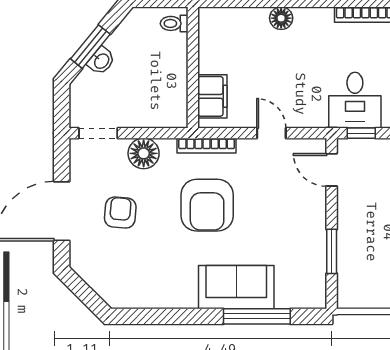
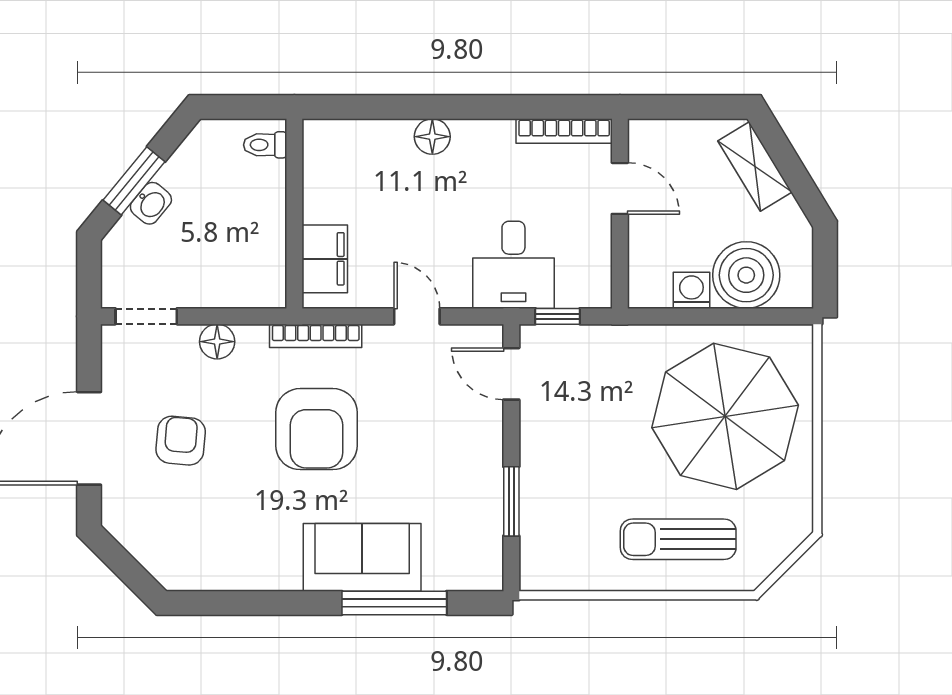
desk: (355, 100) -> (513, 265), moved
floor lamp: (144, 153) -> (217, 342), width x0.73, depth x0.73

